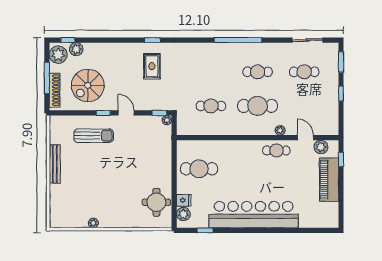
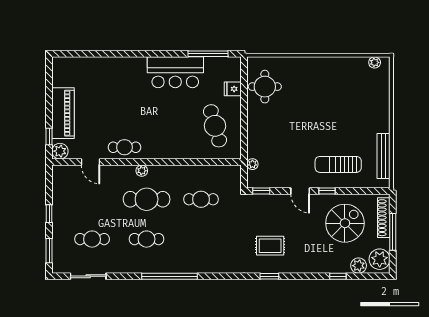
window: (68, 40) -> (338, 276), moved
rug: (152, 66) -> (270, 246), turned 90
plant: (167, 120) -> (252, 164), moved
plant: (280, 130) -> (142, 171), moved
plant: (321, 147) -> (60, 151), moved
bench: (55, 164) -> (384, 156), moved
cafe table: (199, 169) -> (215, 126), turned 74
plant: (183, 214) -> (233, 73), removed
bar counter: (254, 215) -> (175, 72), width x0.54
plant: (93, 223) -> (375, 62), moved
window: (205, 230) -> (208, 54), width x2.17

